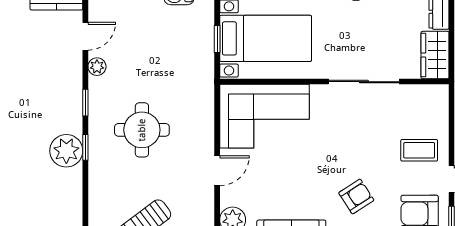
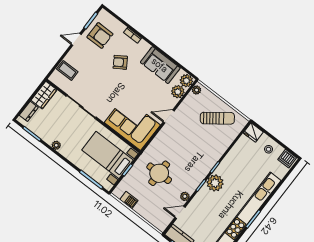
round table: (142, 130) -> (159, 173), moved
coffee table: (419, 150) -> (67, 70), moved
plant: (66, 151) -> (215, 183), moved

